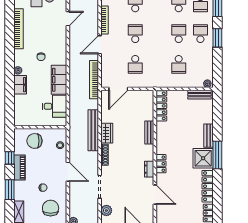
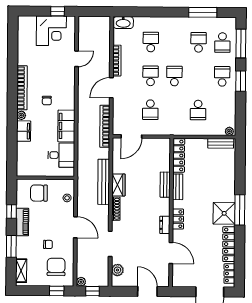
bookcase: (18, 29) -> (22, 88), moved
school desk: (179, 34) -> (174, 76), moved
bench: (208, 136) -> (178, 187), moved

